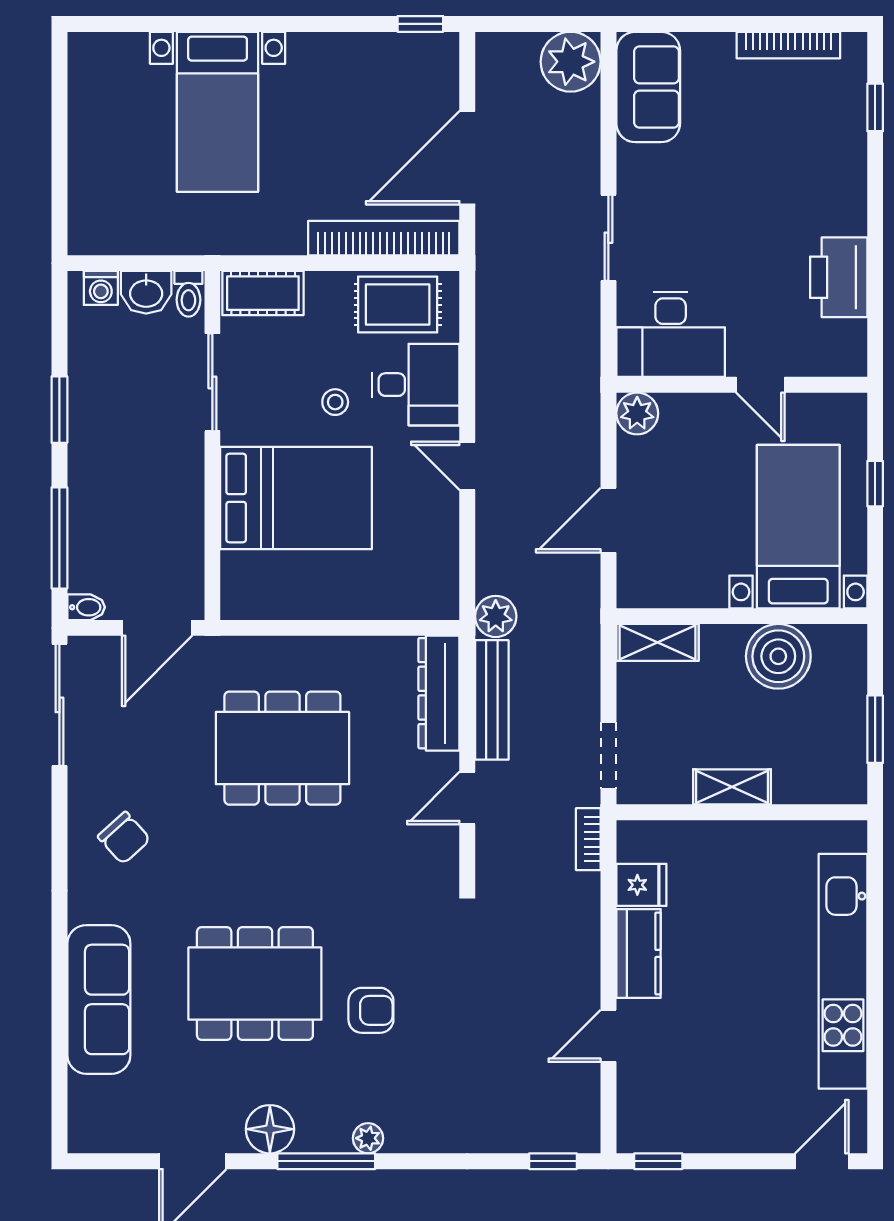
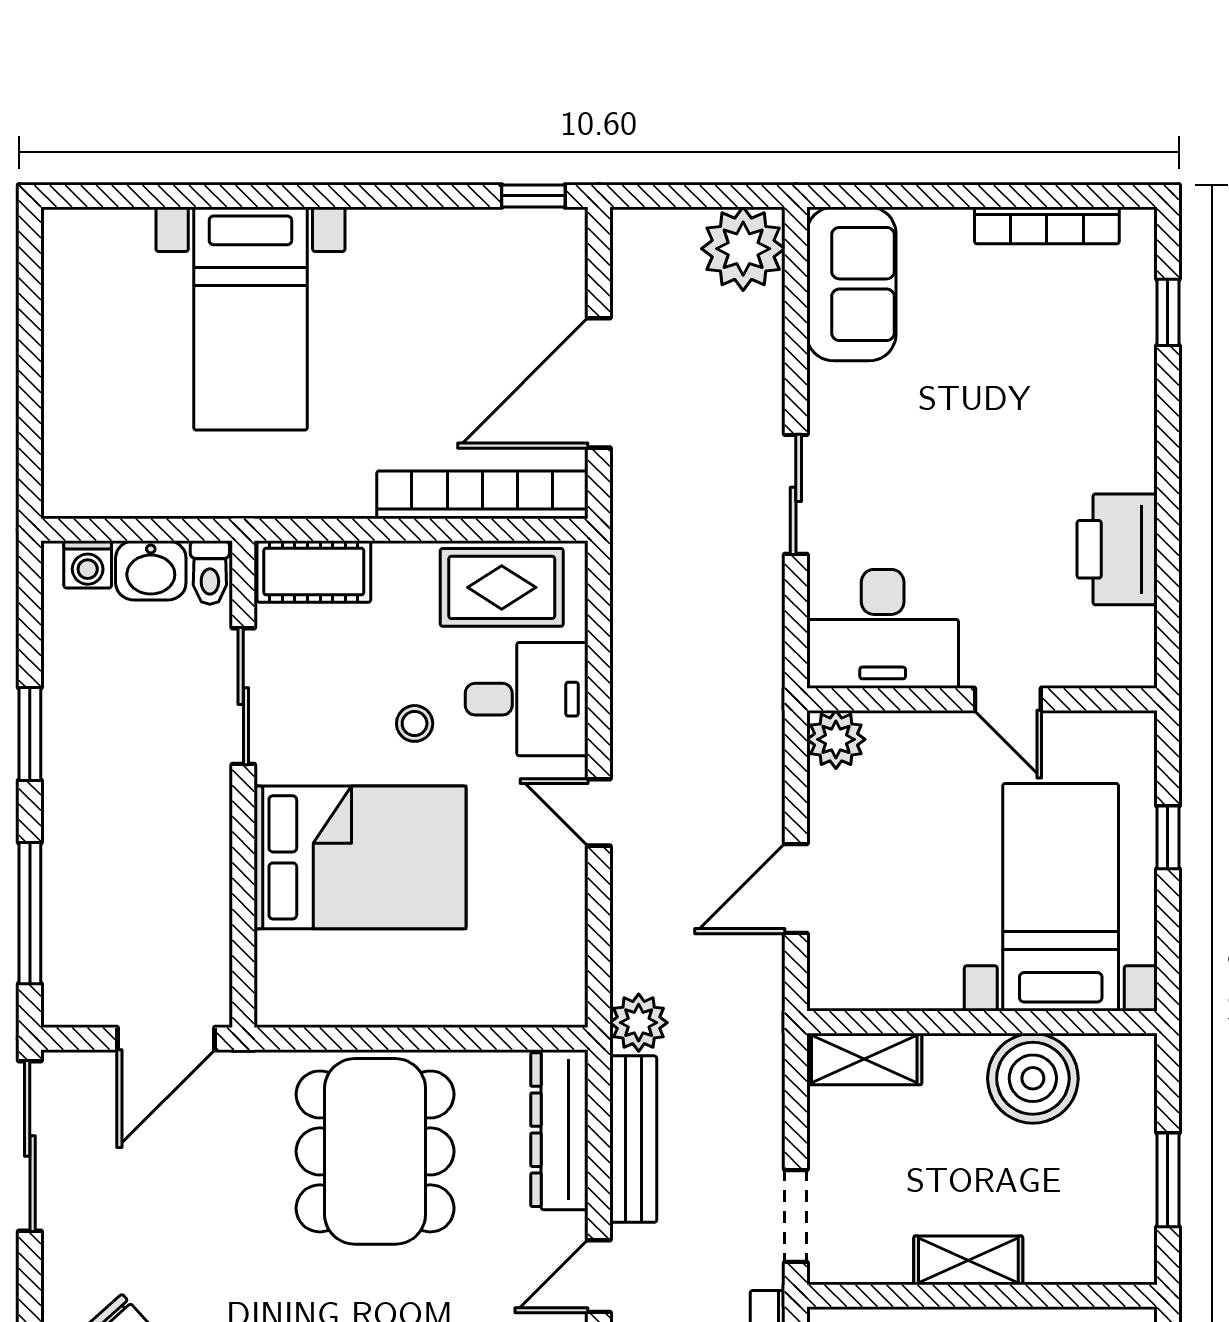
bidet: (86, 607) -> (67, 1010), removed
dining table: (282, 748) -> (375, 1151), moved, turned 90

